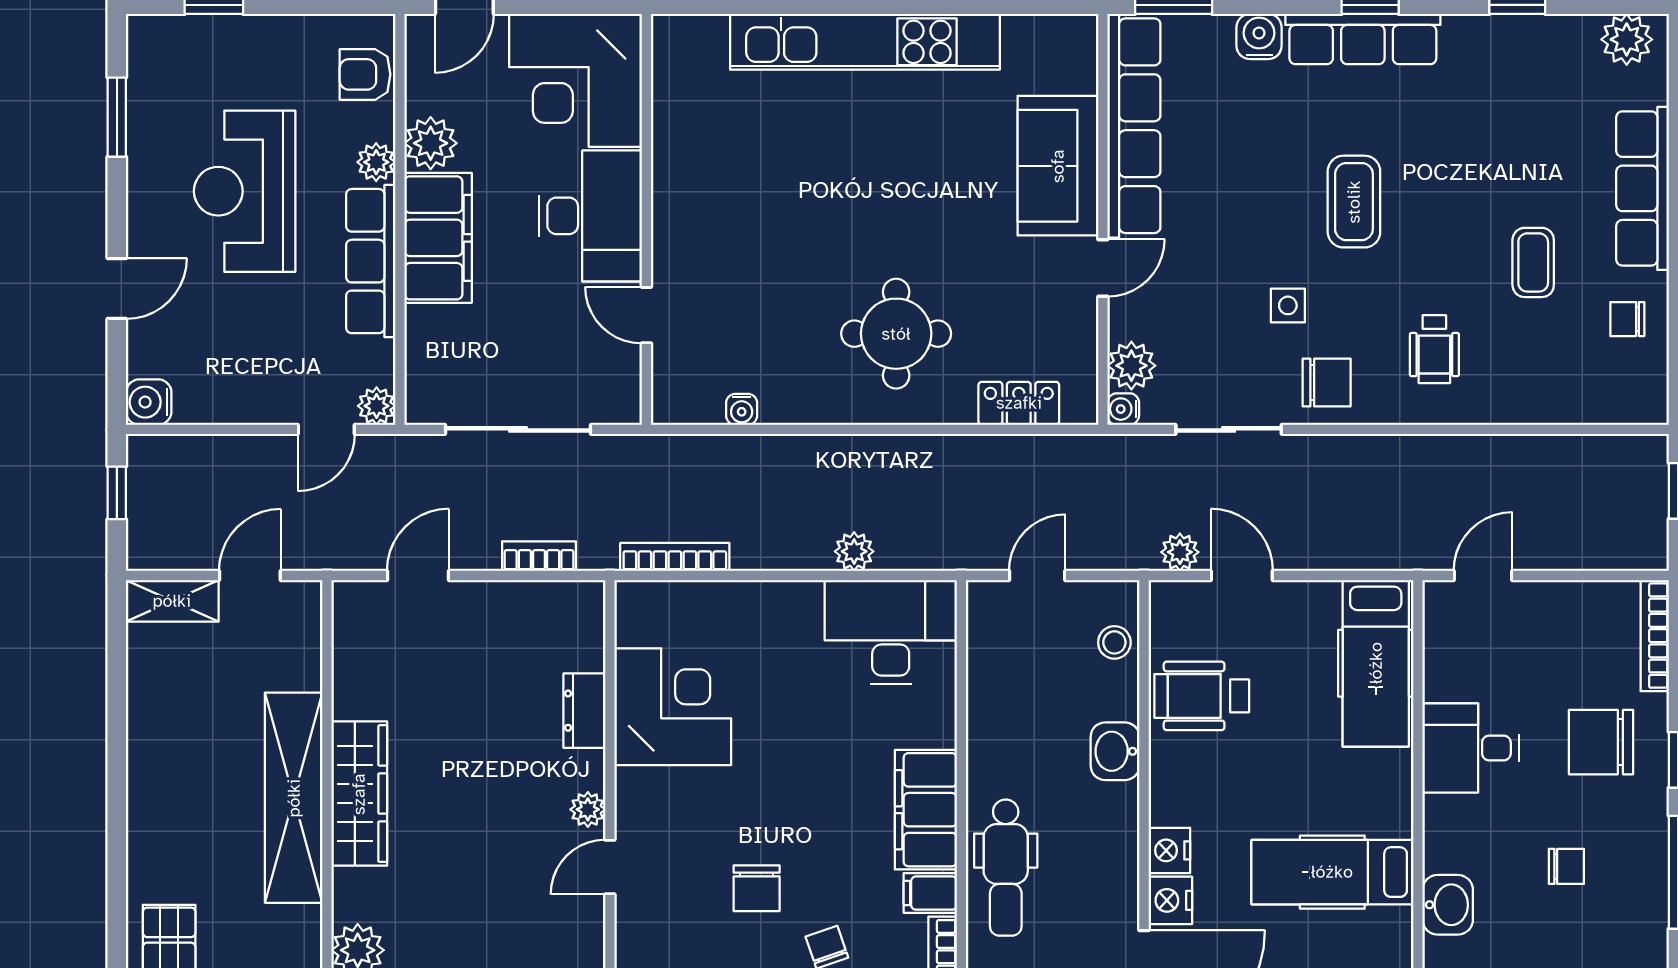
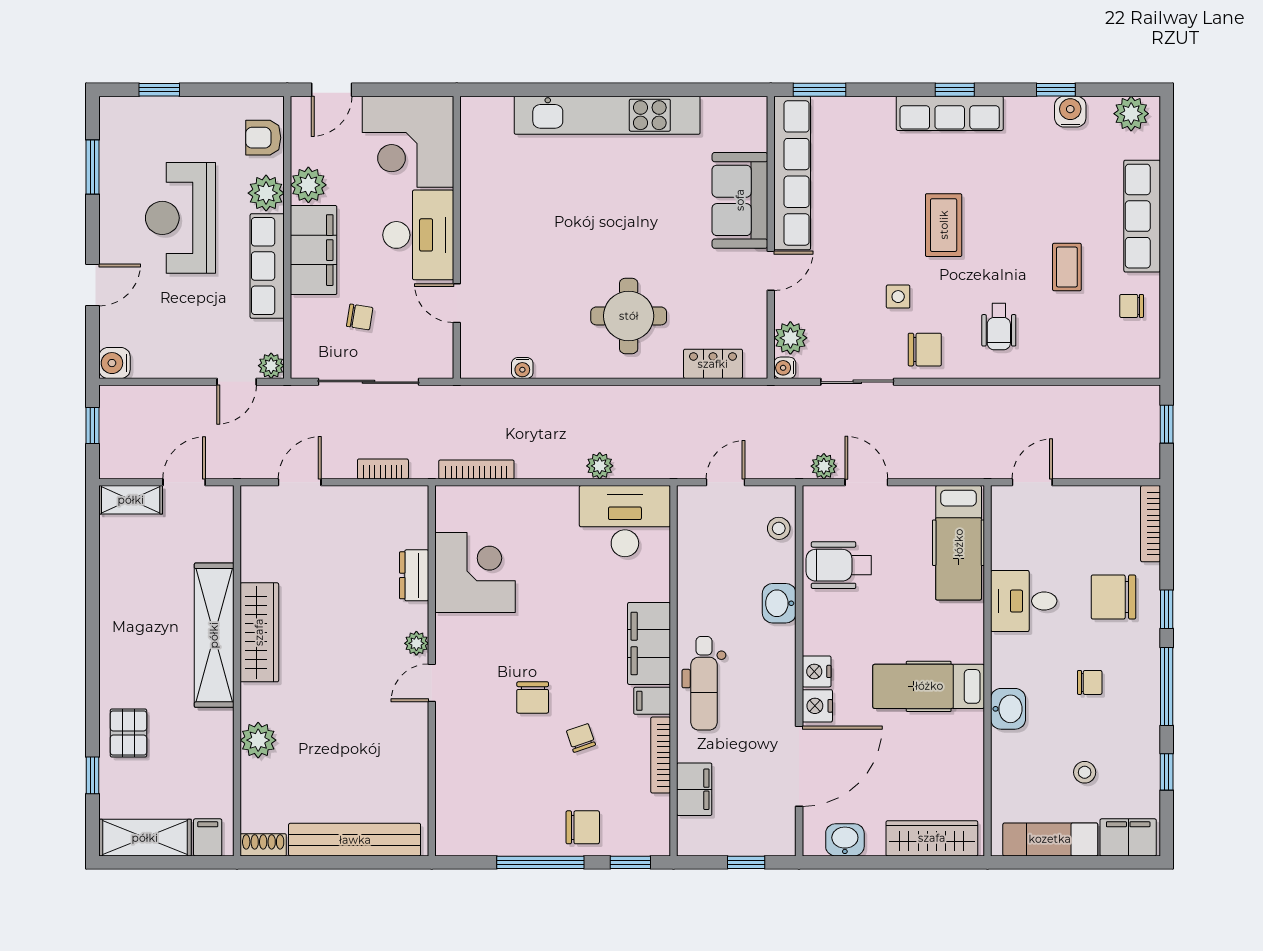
water cooler: (1259, 37) -> (1070, 112), moved
plant: (376, 162) -> (266, 193), width x1.38, depth x1.38
chair: (505, 335) -> (360, 317), added

